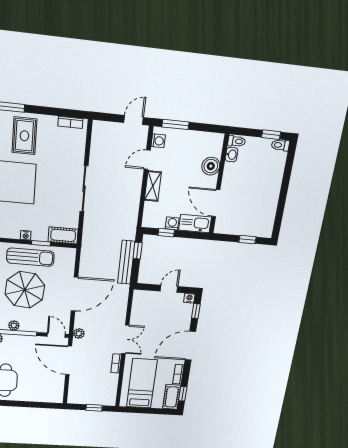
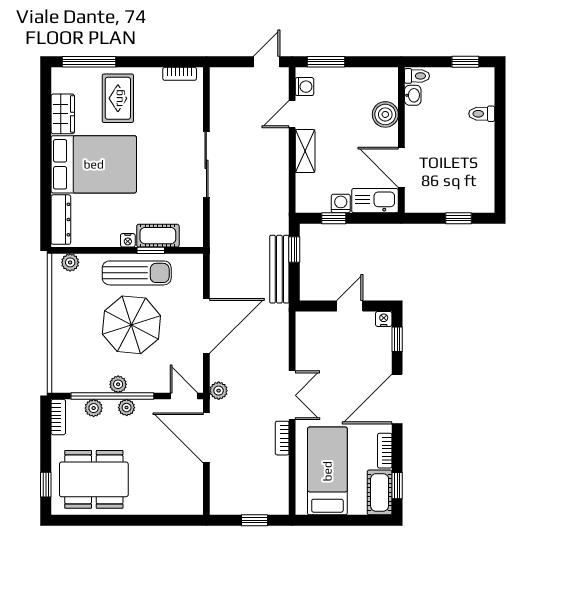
toilet: (280, 145) -> (482, 114), moved
cot: (63, 235) -> (158, 236), moved
plant: (18, 340) -> (127, 408), added

